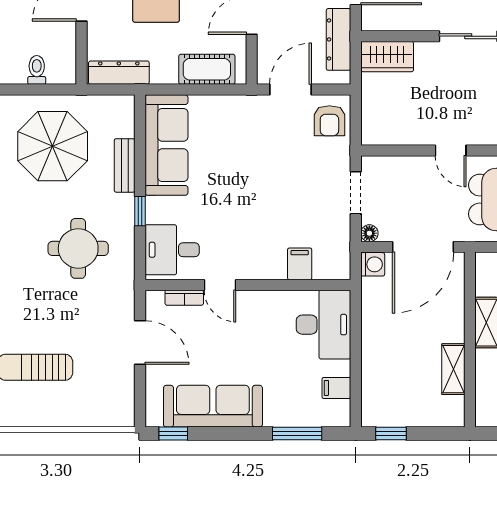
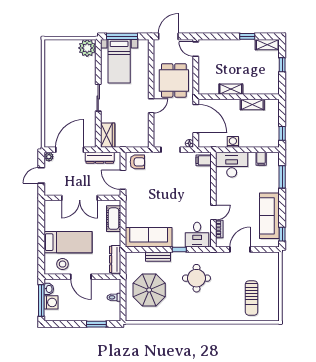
filing cabinet: (300, 264) -> (204, 160), moved
washing machine: (373, 264) -> (233, 142), moved

